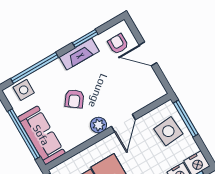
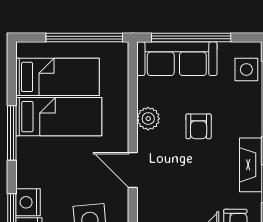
armchair: (74, 99) -> (199, 126), turned -126
plant: (99, 125) -> (148, 119), moved

